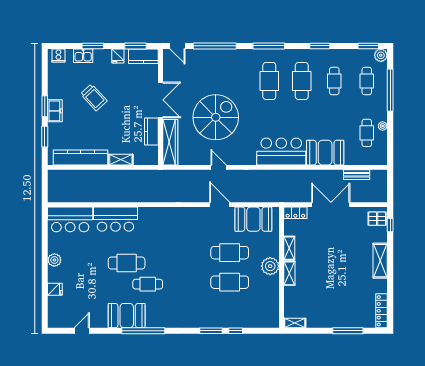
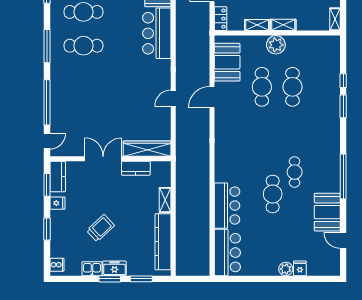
kitchen sink: (83, 56) -> (92, 269), moved, turned -90
spiral stairs: (216, 117) -> (121, 101), removed
plant: (54, 260) -> (286, 269), moved
booth: (127, 316) -> (327, 212), moved

